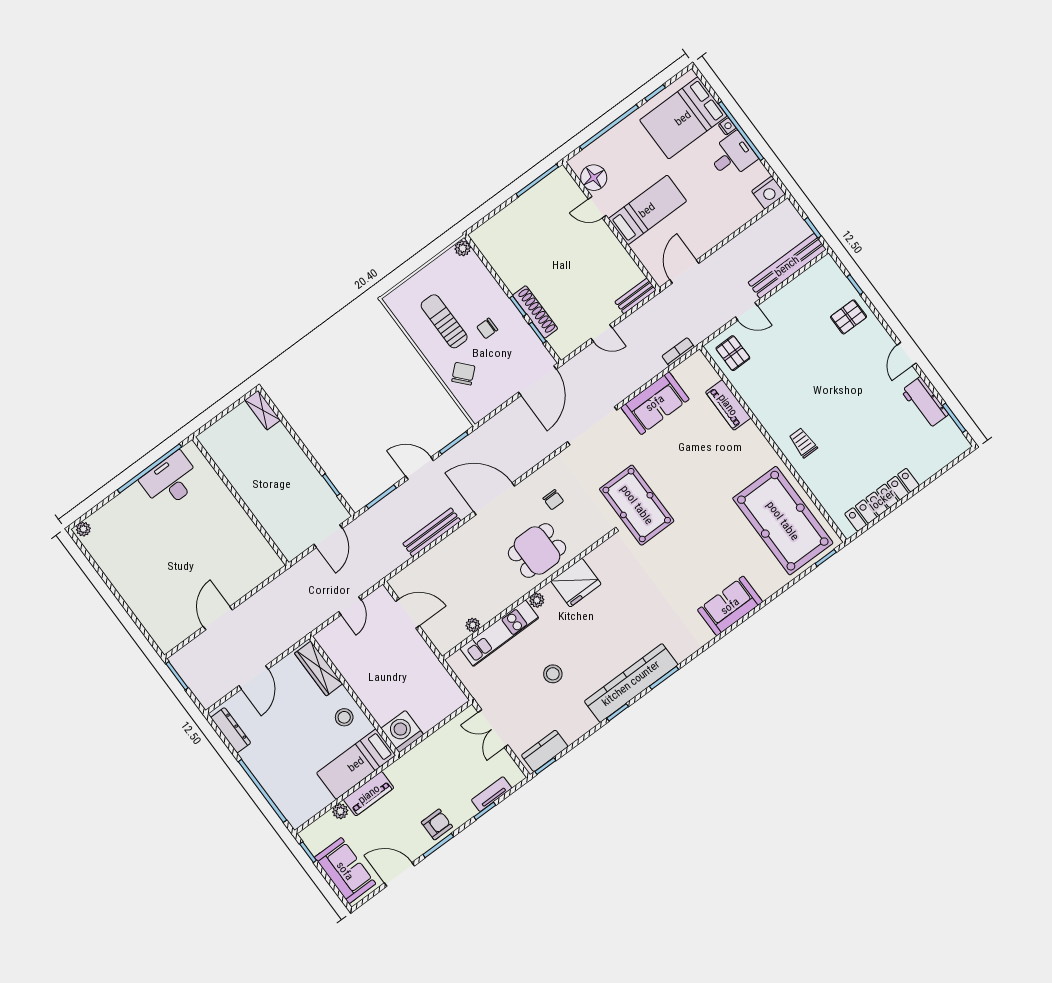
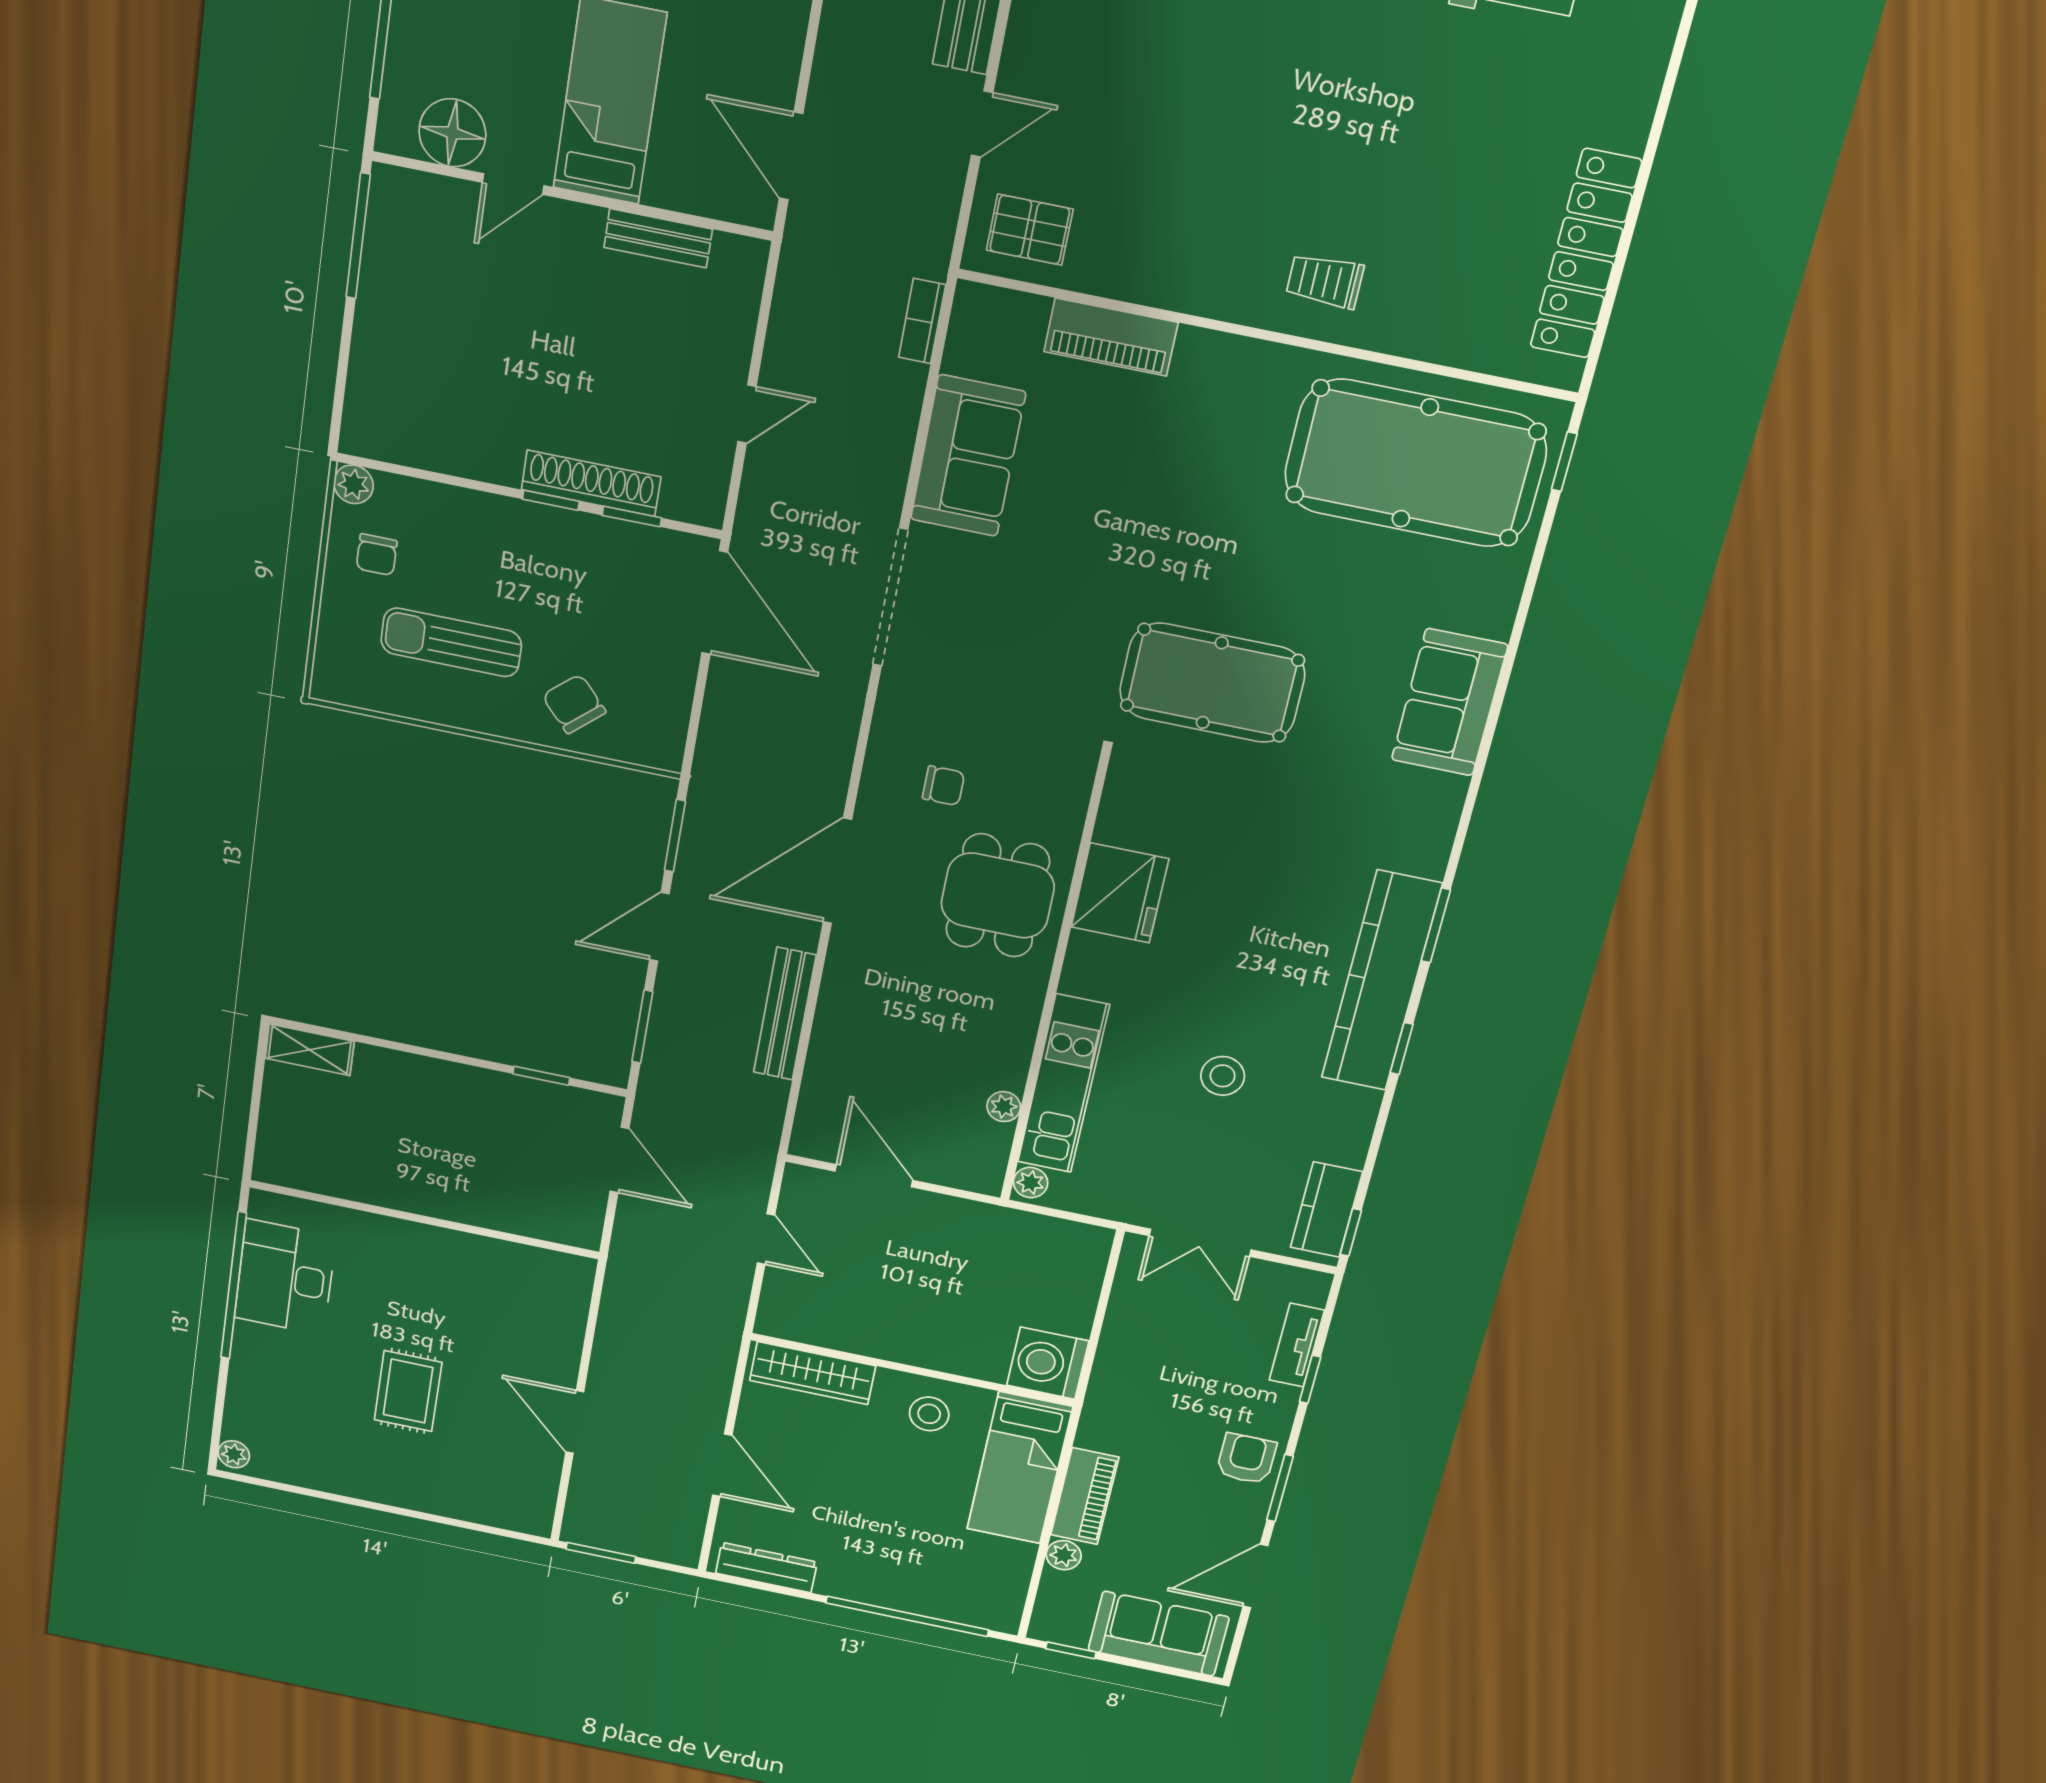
bench: (635, 296) -> (658, 238), moved, turned 90
chair: (487, 328) -> (377, 555), moved
pool table: (637, 505) -> (1212, 683), moved
rug: (171, 558) -> (408, 1391), added
plant: (537, 600) -> (1031, 1183), moved
door: (407, 613) -> (874, 1176), hinge flipped

